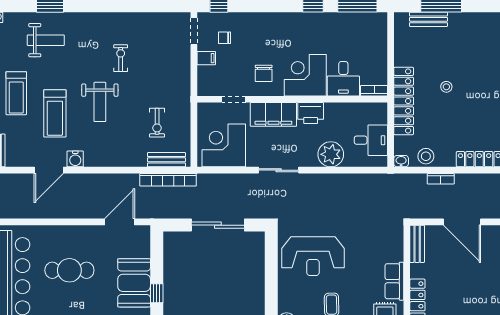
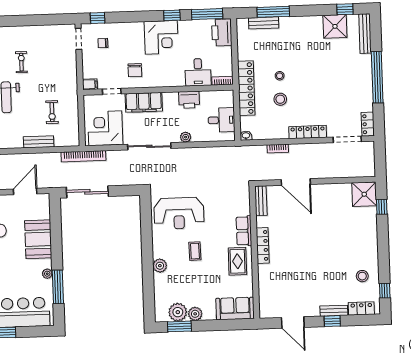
printer: (375, 30) -> (222, 33), added
filing cabinet: (206, 58) -> (90, 84), moved
corner desk: (305, 75) -> (161, 37), moved, turned 180
printer: (311, 113) -> (189, 100), moved
plant: (331, 154) -> (186, 137), width x0.53, depth x0.53
stool: (426, 156) -> (280, 99), moved
bench: (166, 160) -> (39, 142), moved
sliding door: (279, 170) -> (149, 146), width x1.37
bookcase: (168, 180) -> (83, 156), moved
sliding door: (218, 225) -> (87, 192), moved
window: (157, 293) -> (56, 247), removed

